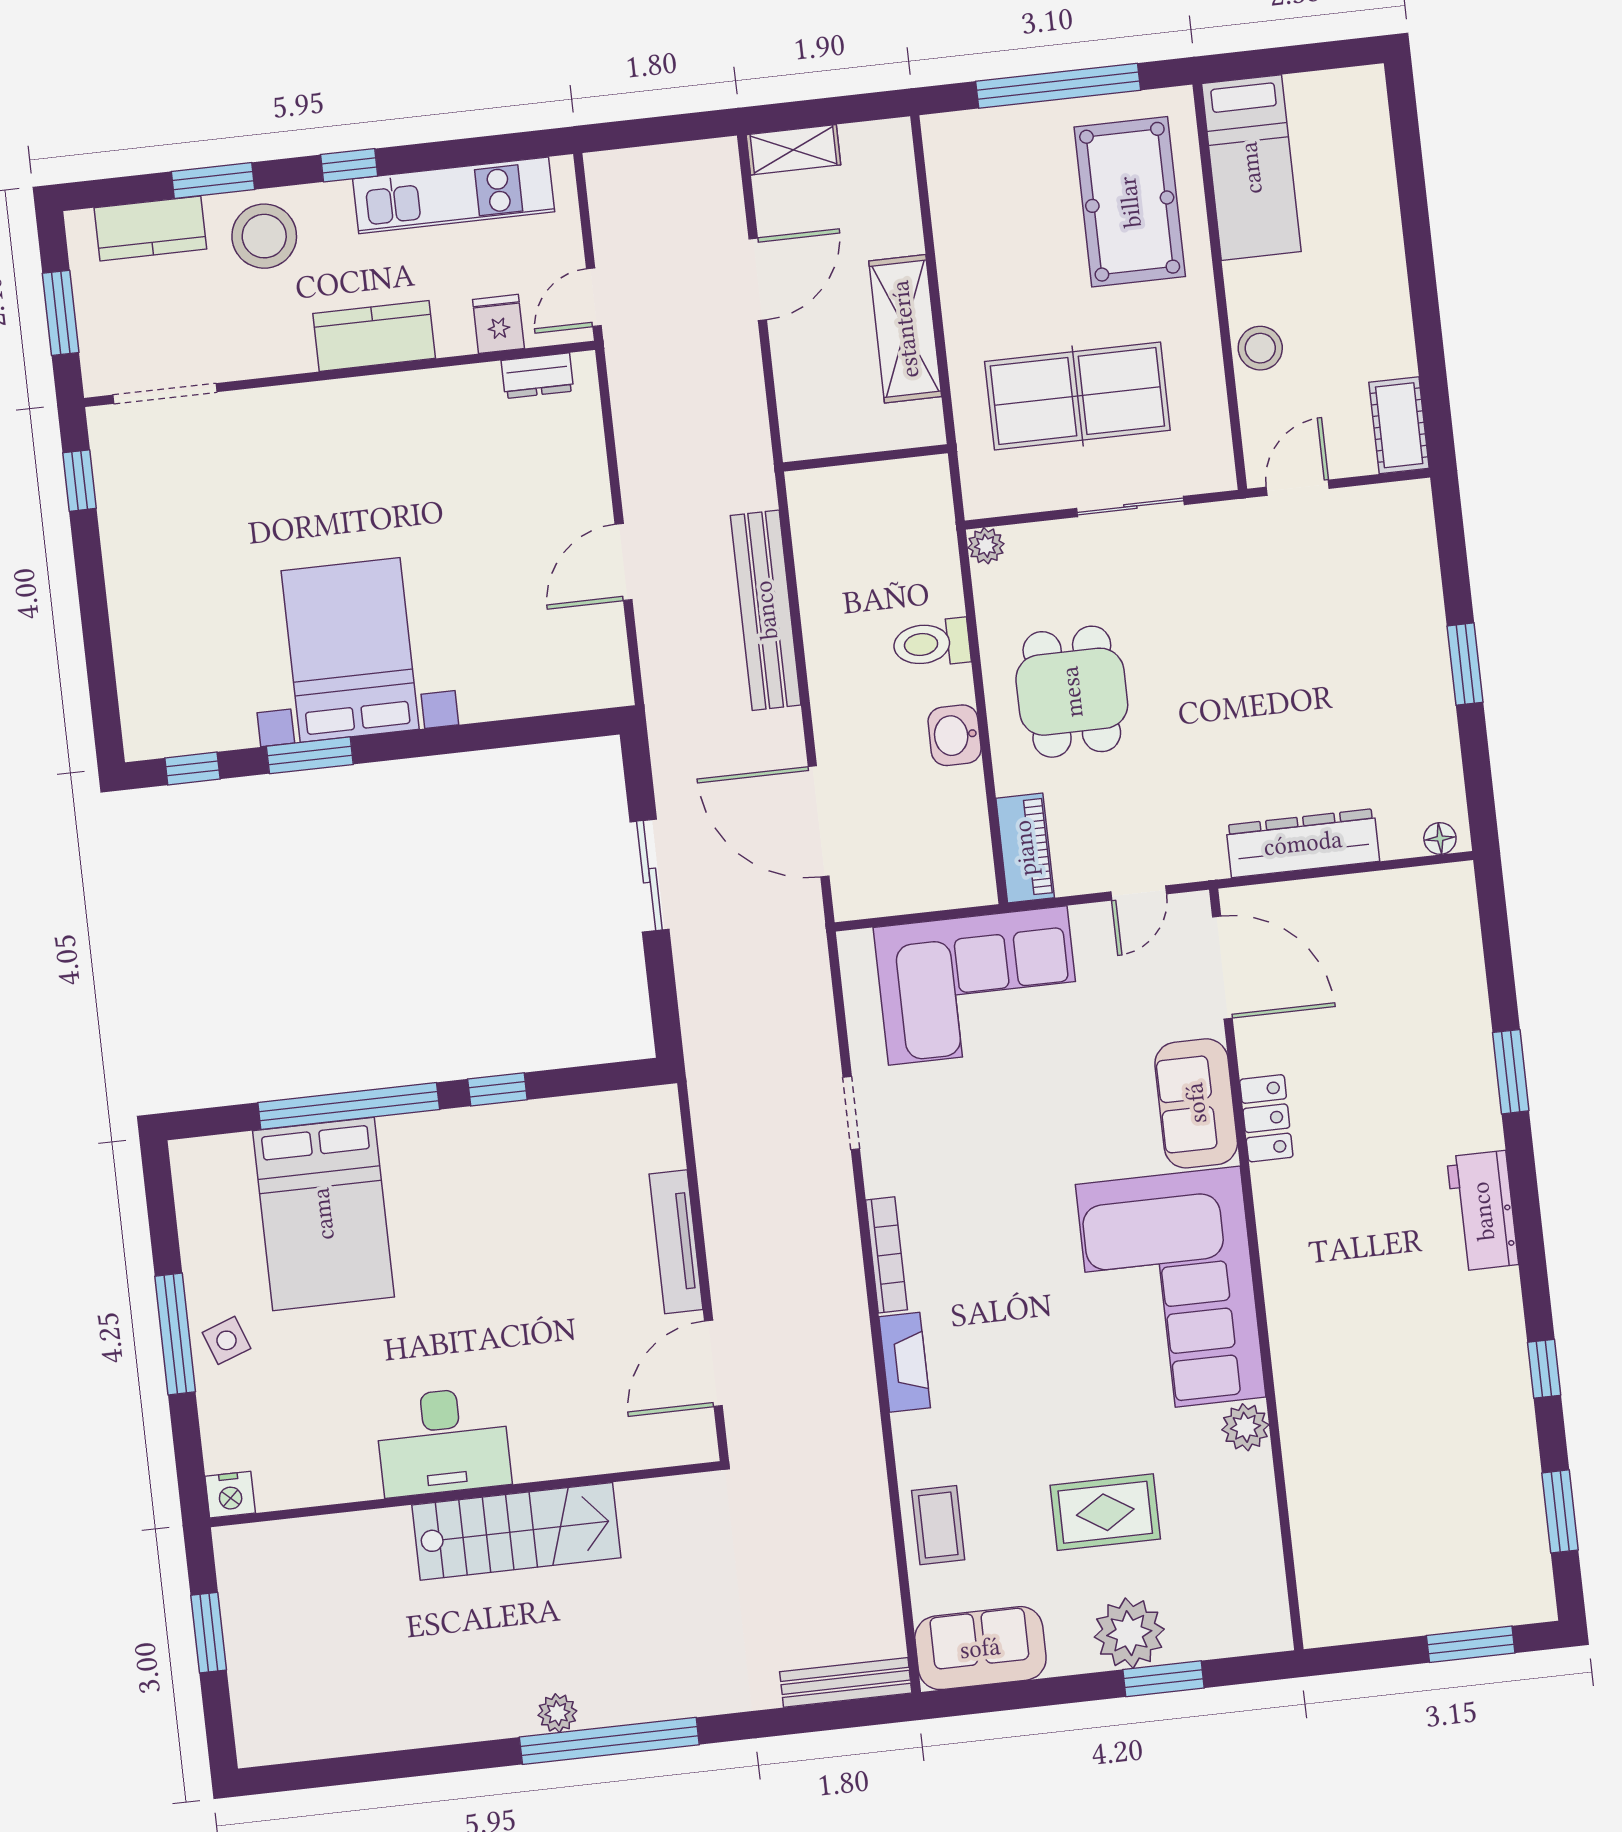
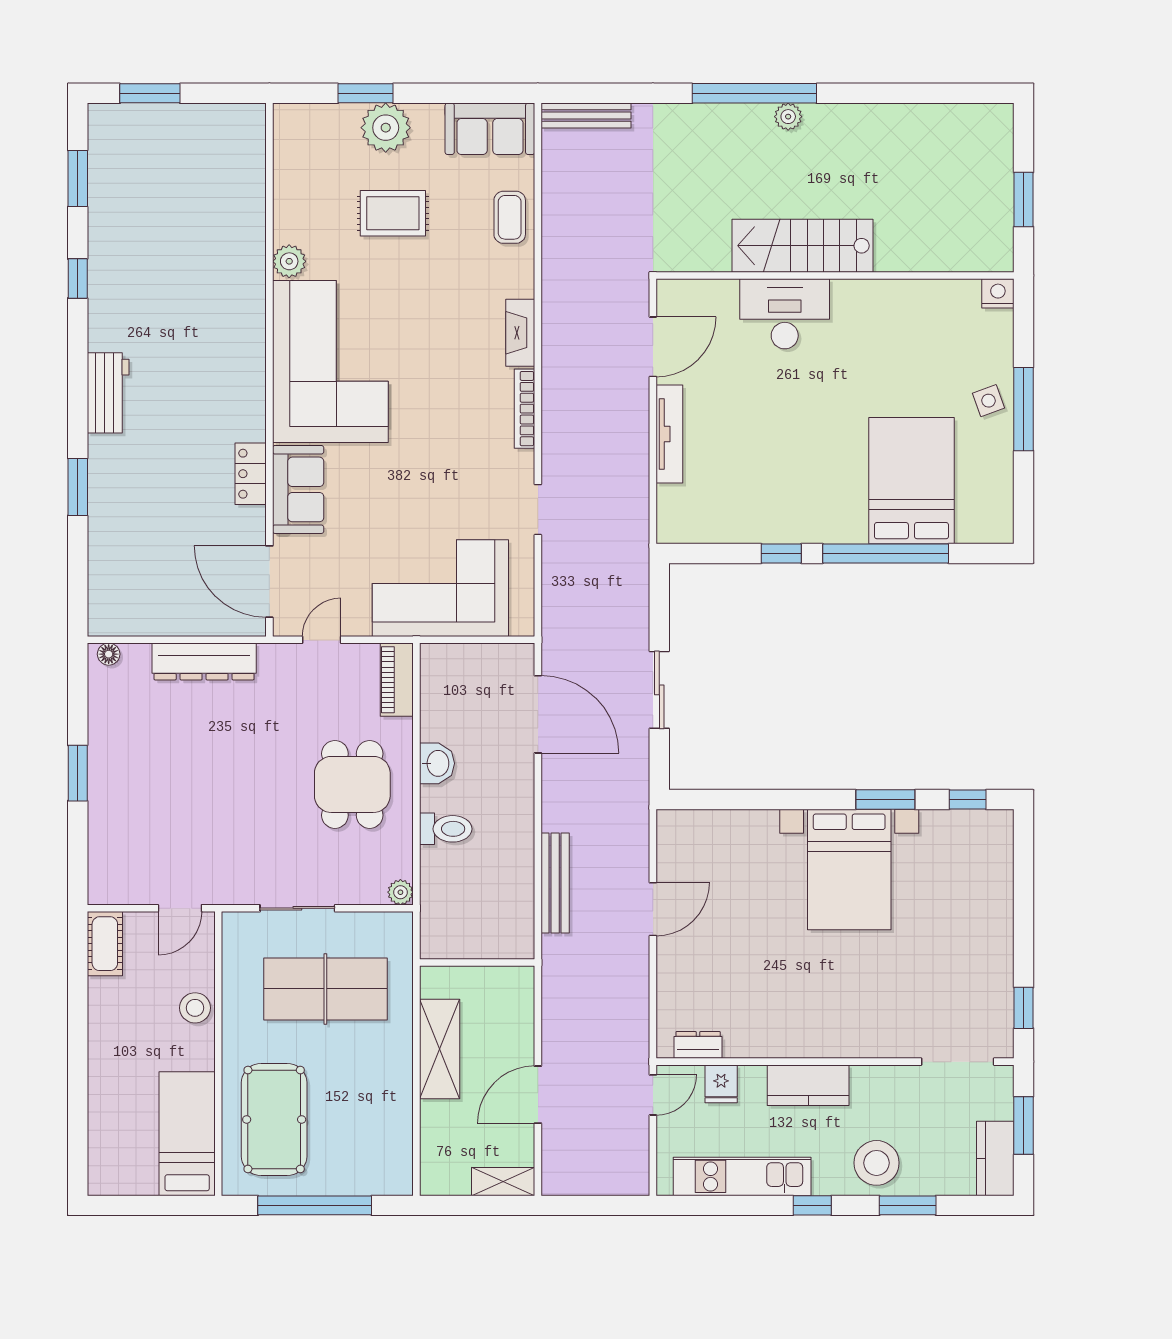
kitchen counter: (150, 228) -> (995, 1158), moved, turned -90
bench: (766, 610) -> (555, 883), width x0.73, depth x0.82
desk: (443, 1441) -> (785, 314), moved

